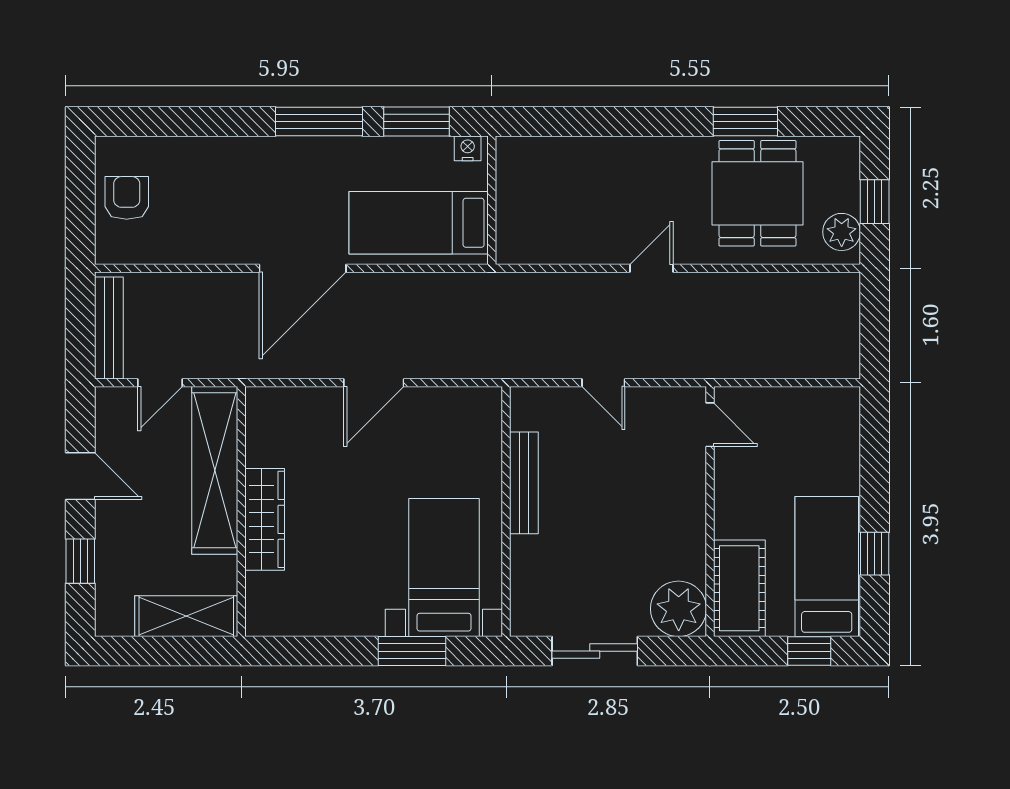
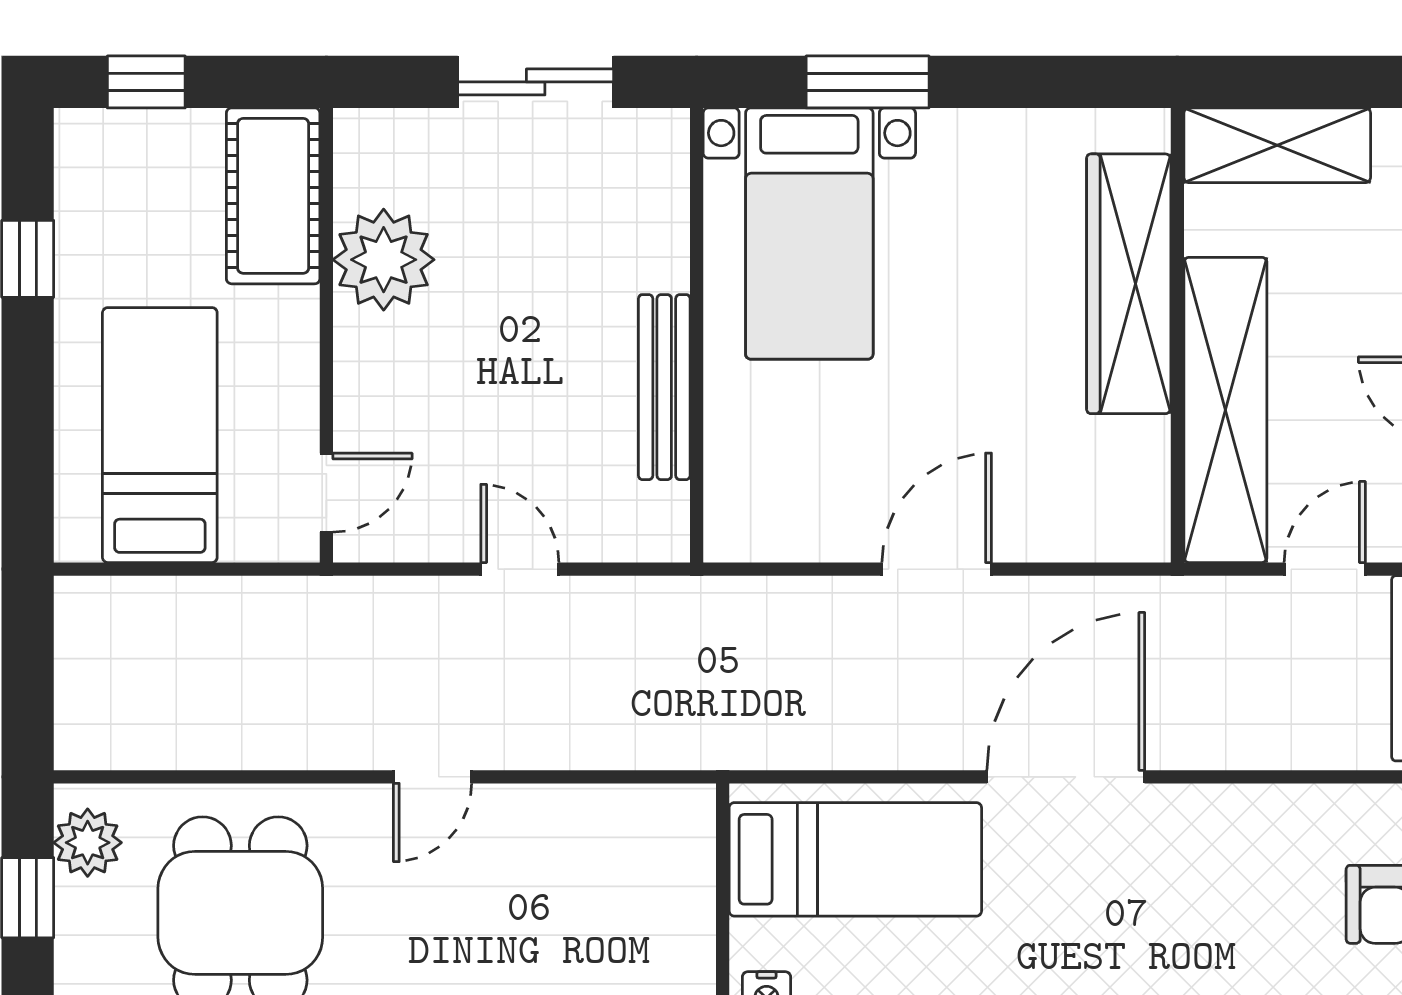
door: (710, 425) -> (326, 493), swing flipped
wardrobe: (265, 519) -> (1129, 284), width x1.40, depth x1.17
bed: (827, 566) -> (160, 435), moved, turned 180
plant: (679, 609) -> (384, 260), moved

